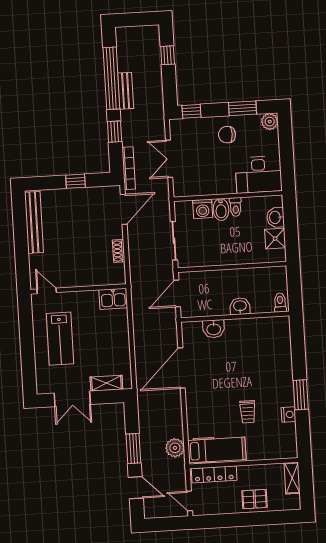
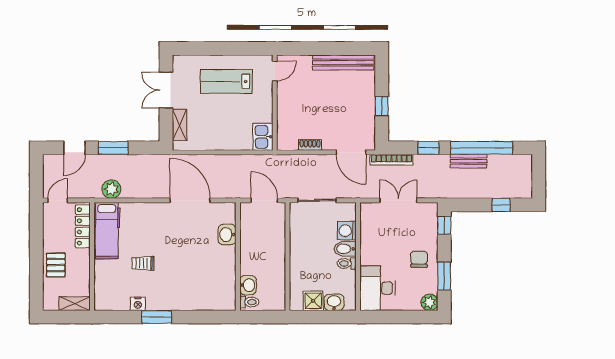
washbasin: (240, 306) -> (248, 285), moved

